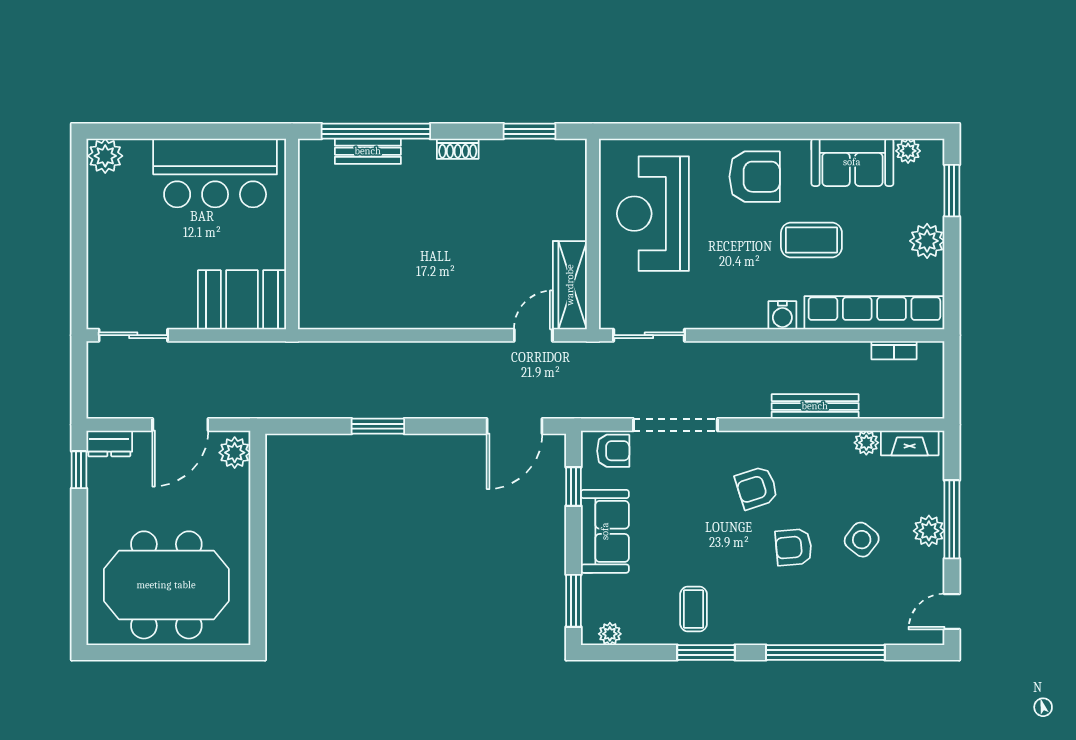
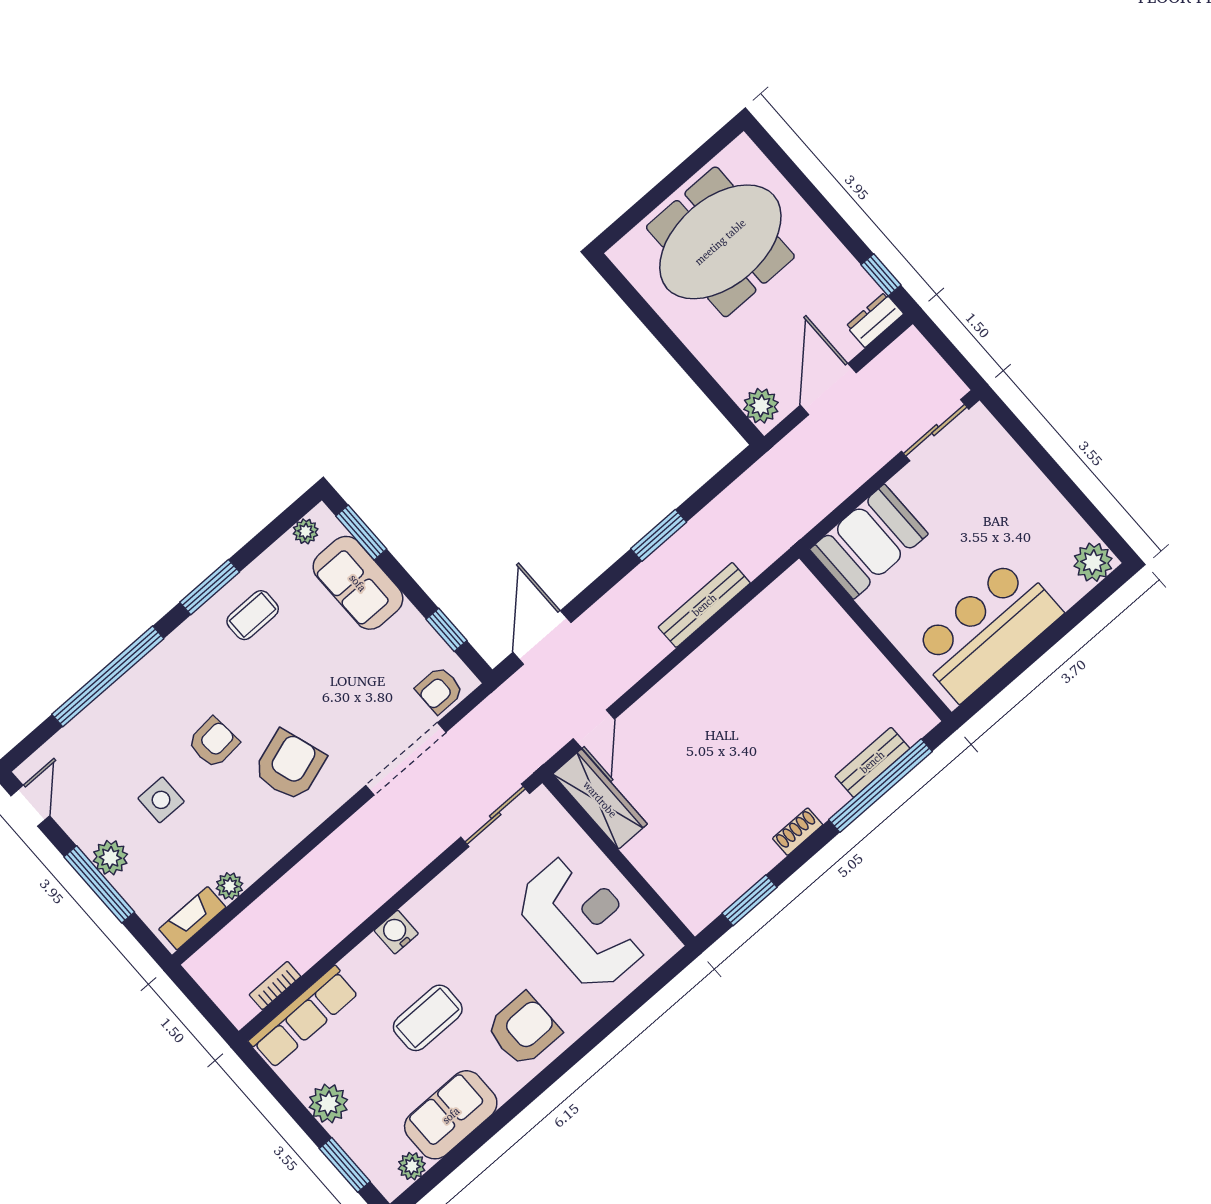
armchair: (755, 177) -> (523, 1030), turned 180
row of seats: (874, 313) -> (304, 1017), width x0.73
bench: (815, 406) -> (704, 605), moved
armchair: (757, 488) -> (289, 766), width x1.38, depth x1.38
sofa: (605, 531) -> (358, 583), moved
side table: (862, 540) -> (161, 800), turned -38
coffee table: (694, 609) -> (253, 615), turned 90

